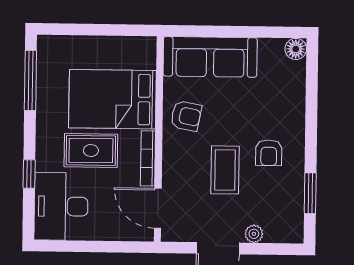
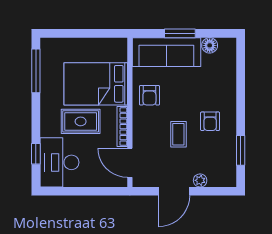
window: (229, 32) -> (180, 33), added
floor lamp: (296, 49) -> (210, 45), moved
armchair: (186, 116) -> (149, 95), turned 79
coffee table: (225, 170) -> (178, 134), width x0.73, depth x0.77
window: (29, 174) -> (36, 154), moved

